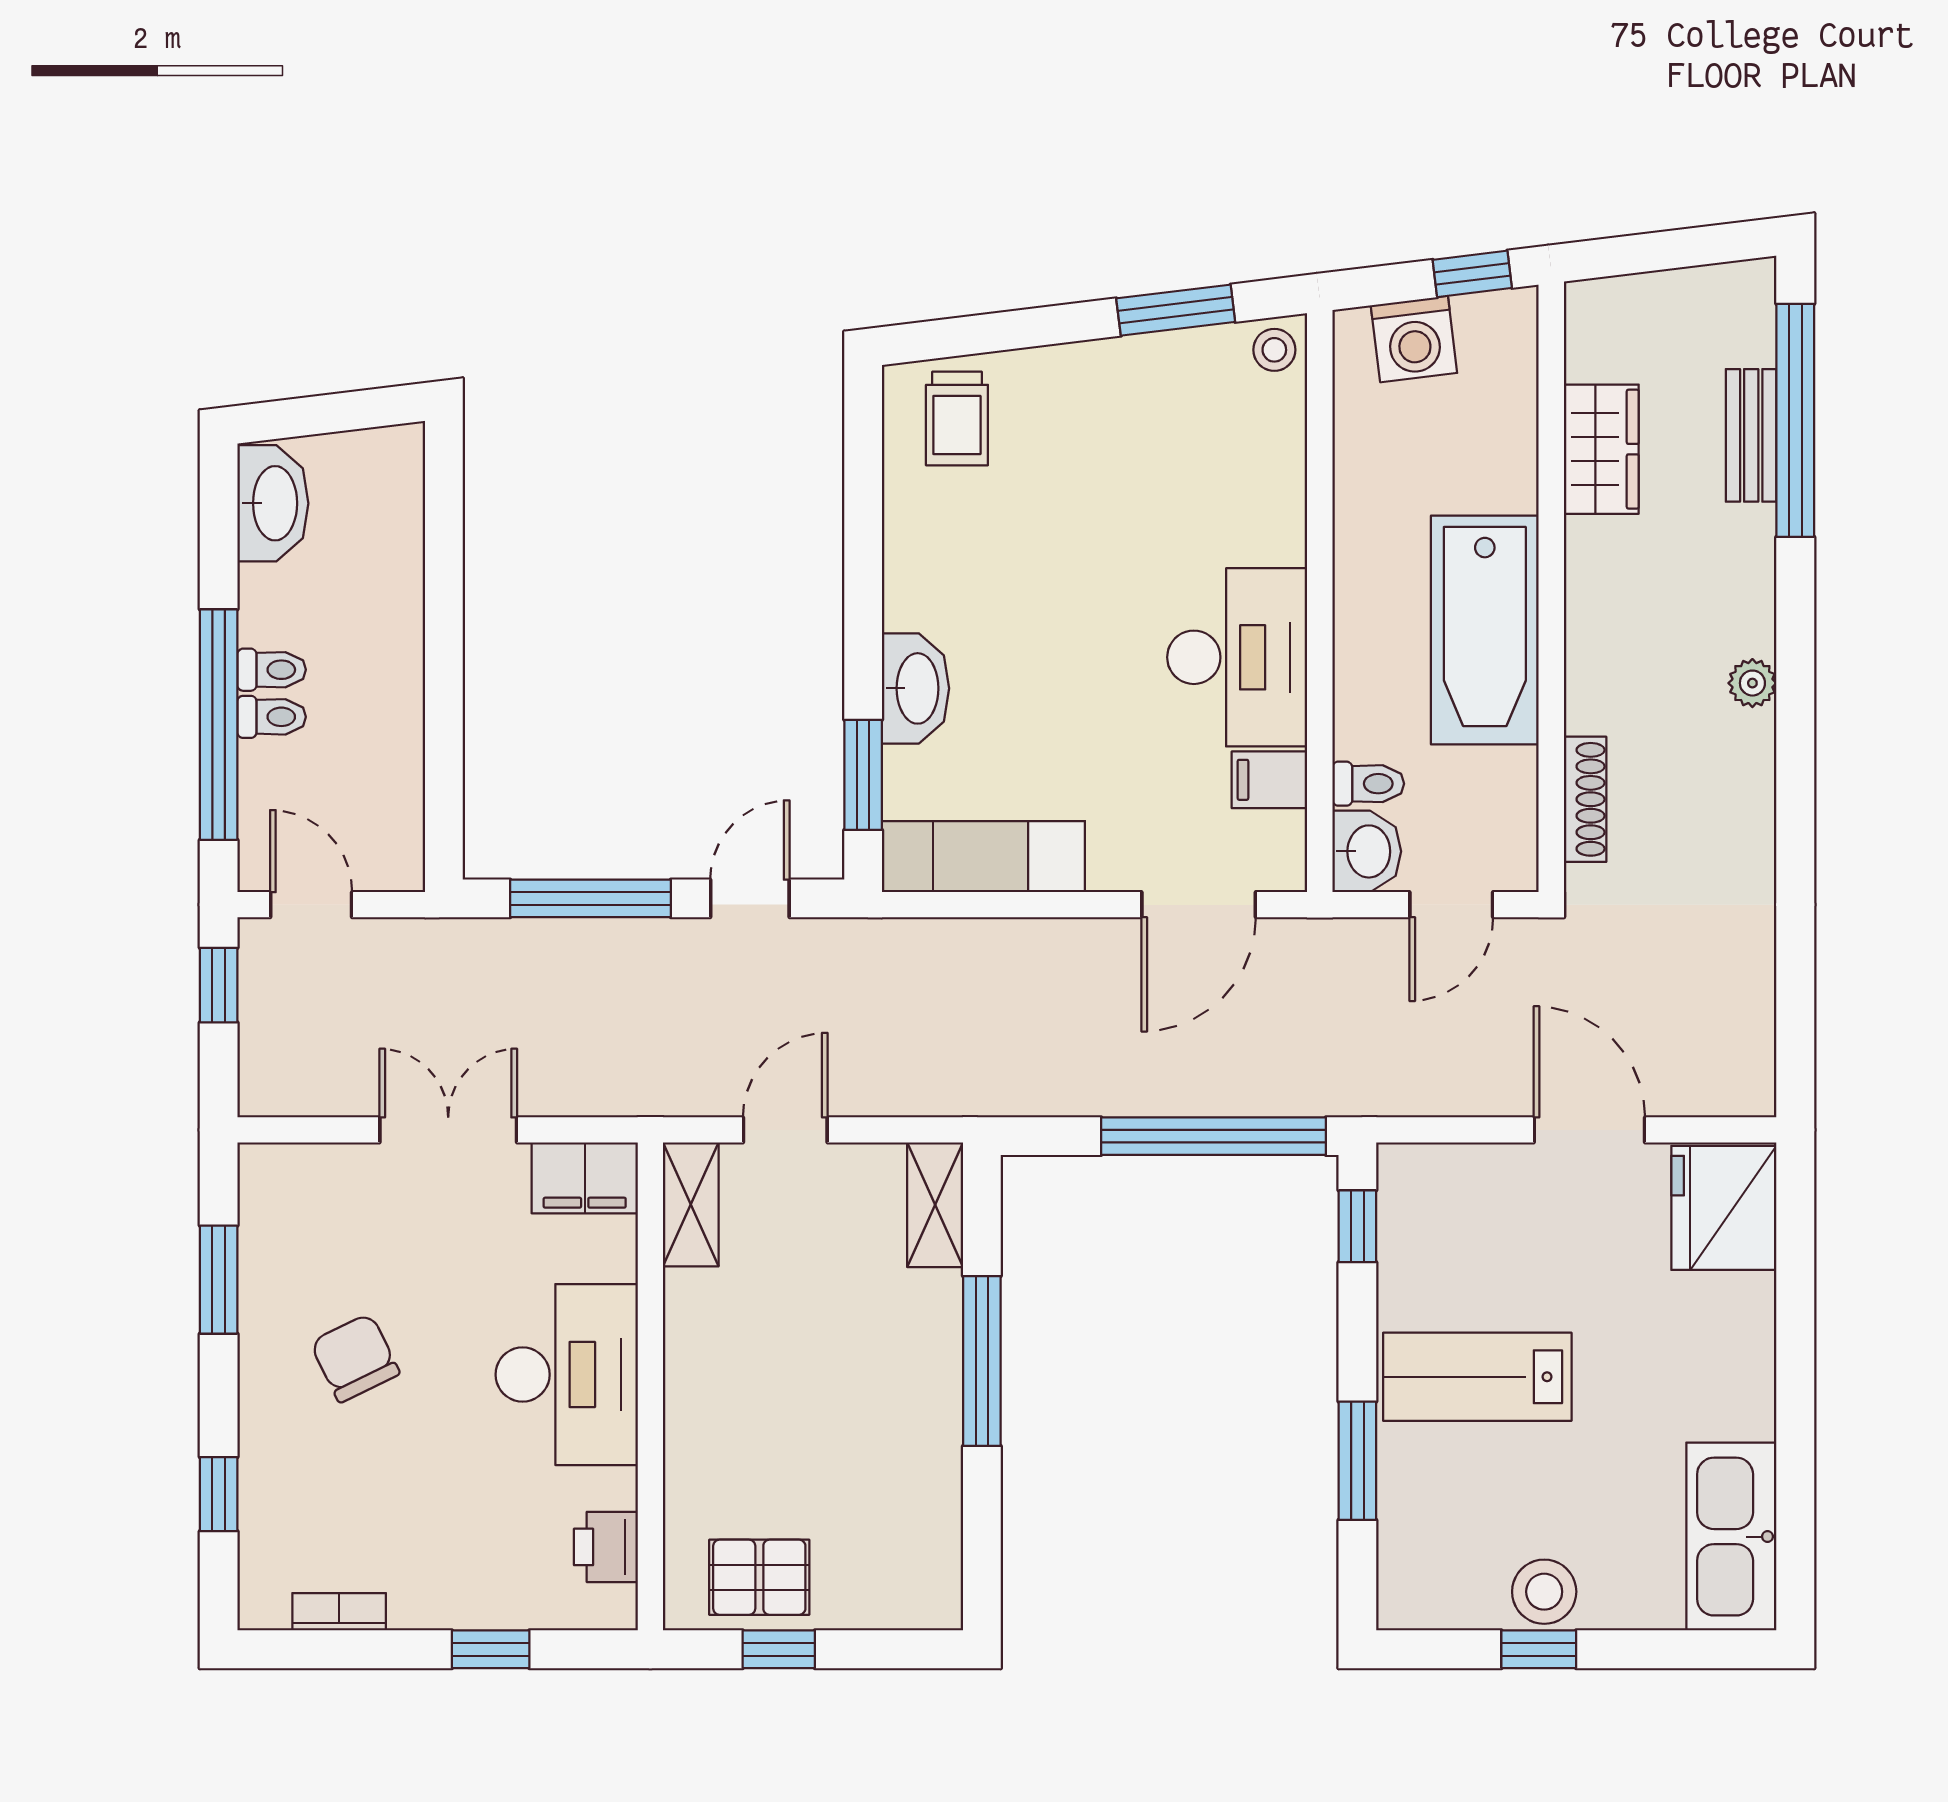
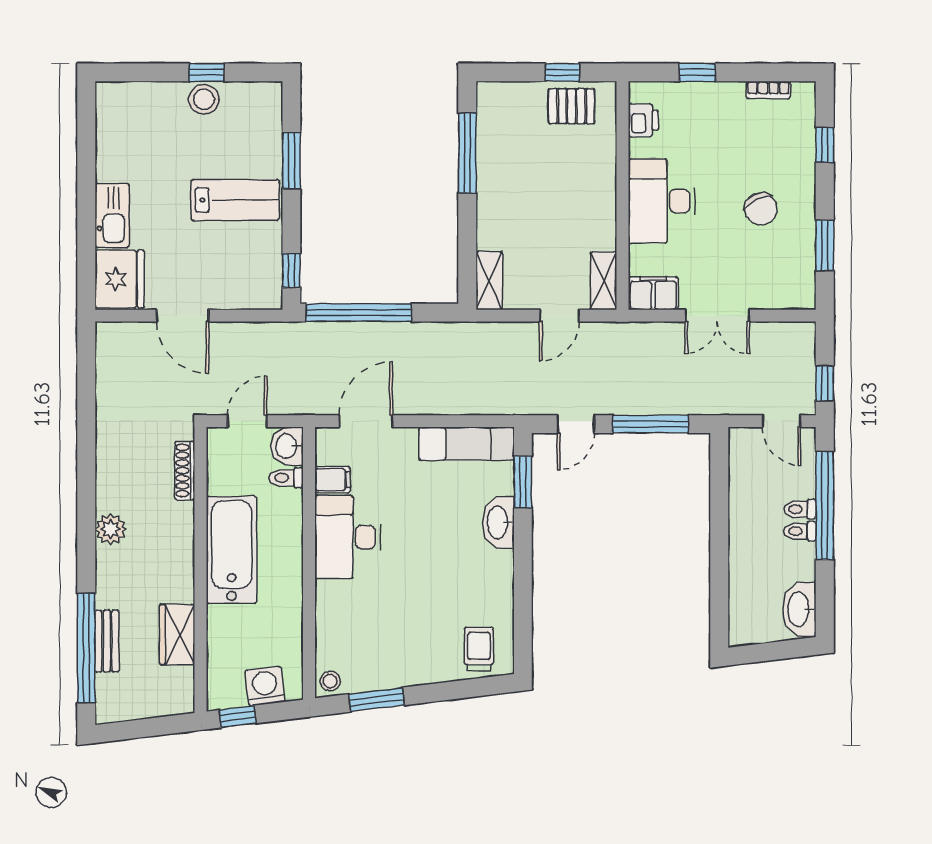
plant: (1752, 683) -> (111, 529), width x1.38, depth x1.38
window: (982, 1361) -> (467, 153), moved
kitchen sink: (1731, 1537) -> (112, 215), moved, width x0.73, depth x0.81

